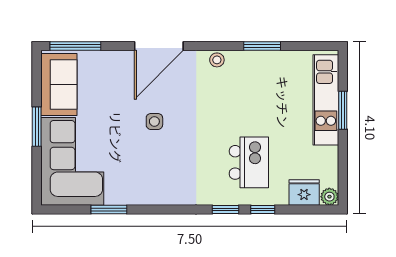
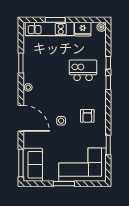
sofa: (59, 84) -> (33, 165), moved, turned 90
armchair: (164, 170) -> (87, 116), added
fridge: (304, 192) -> (83, 29), moved, turned -90

